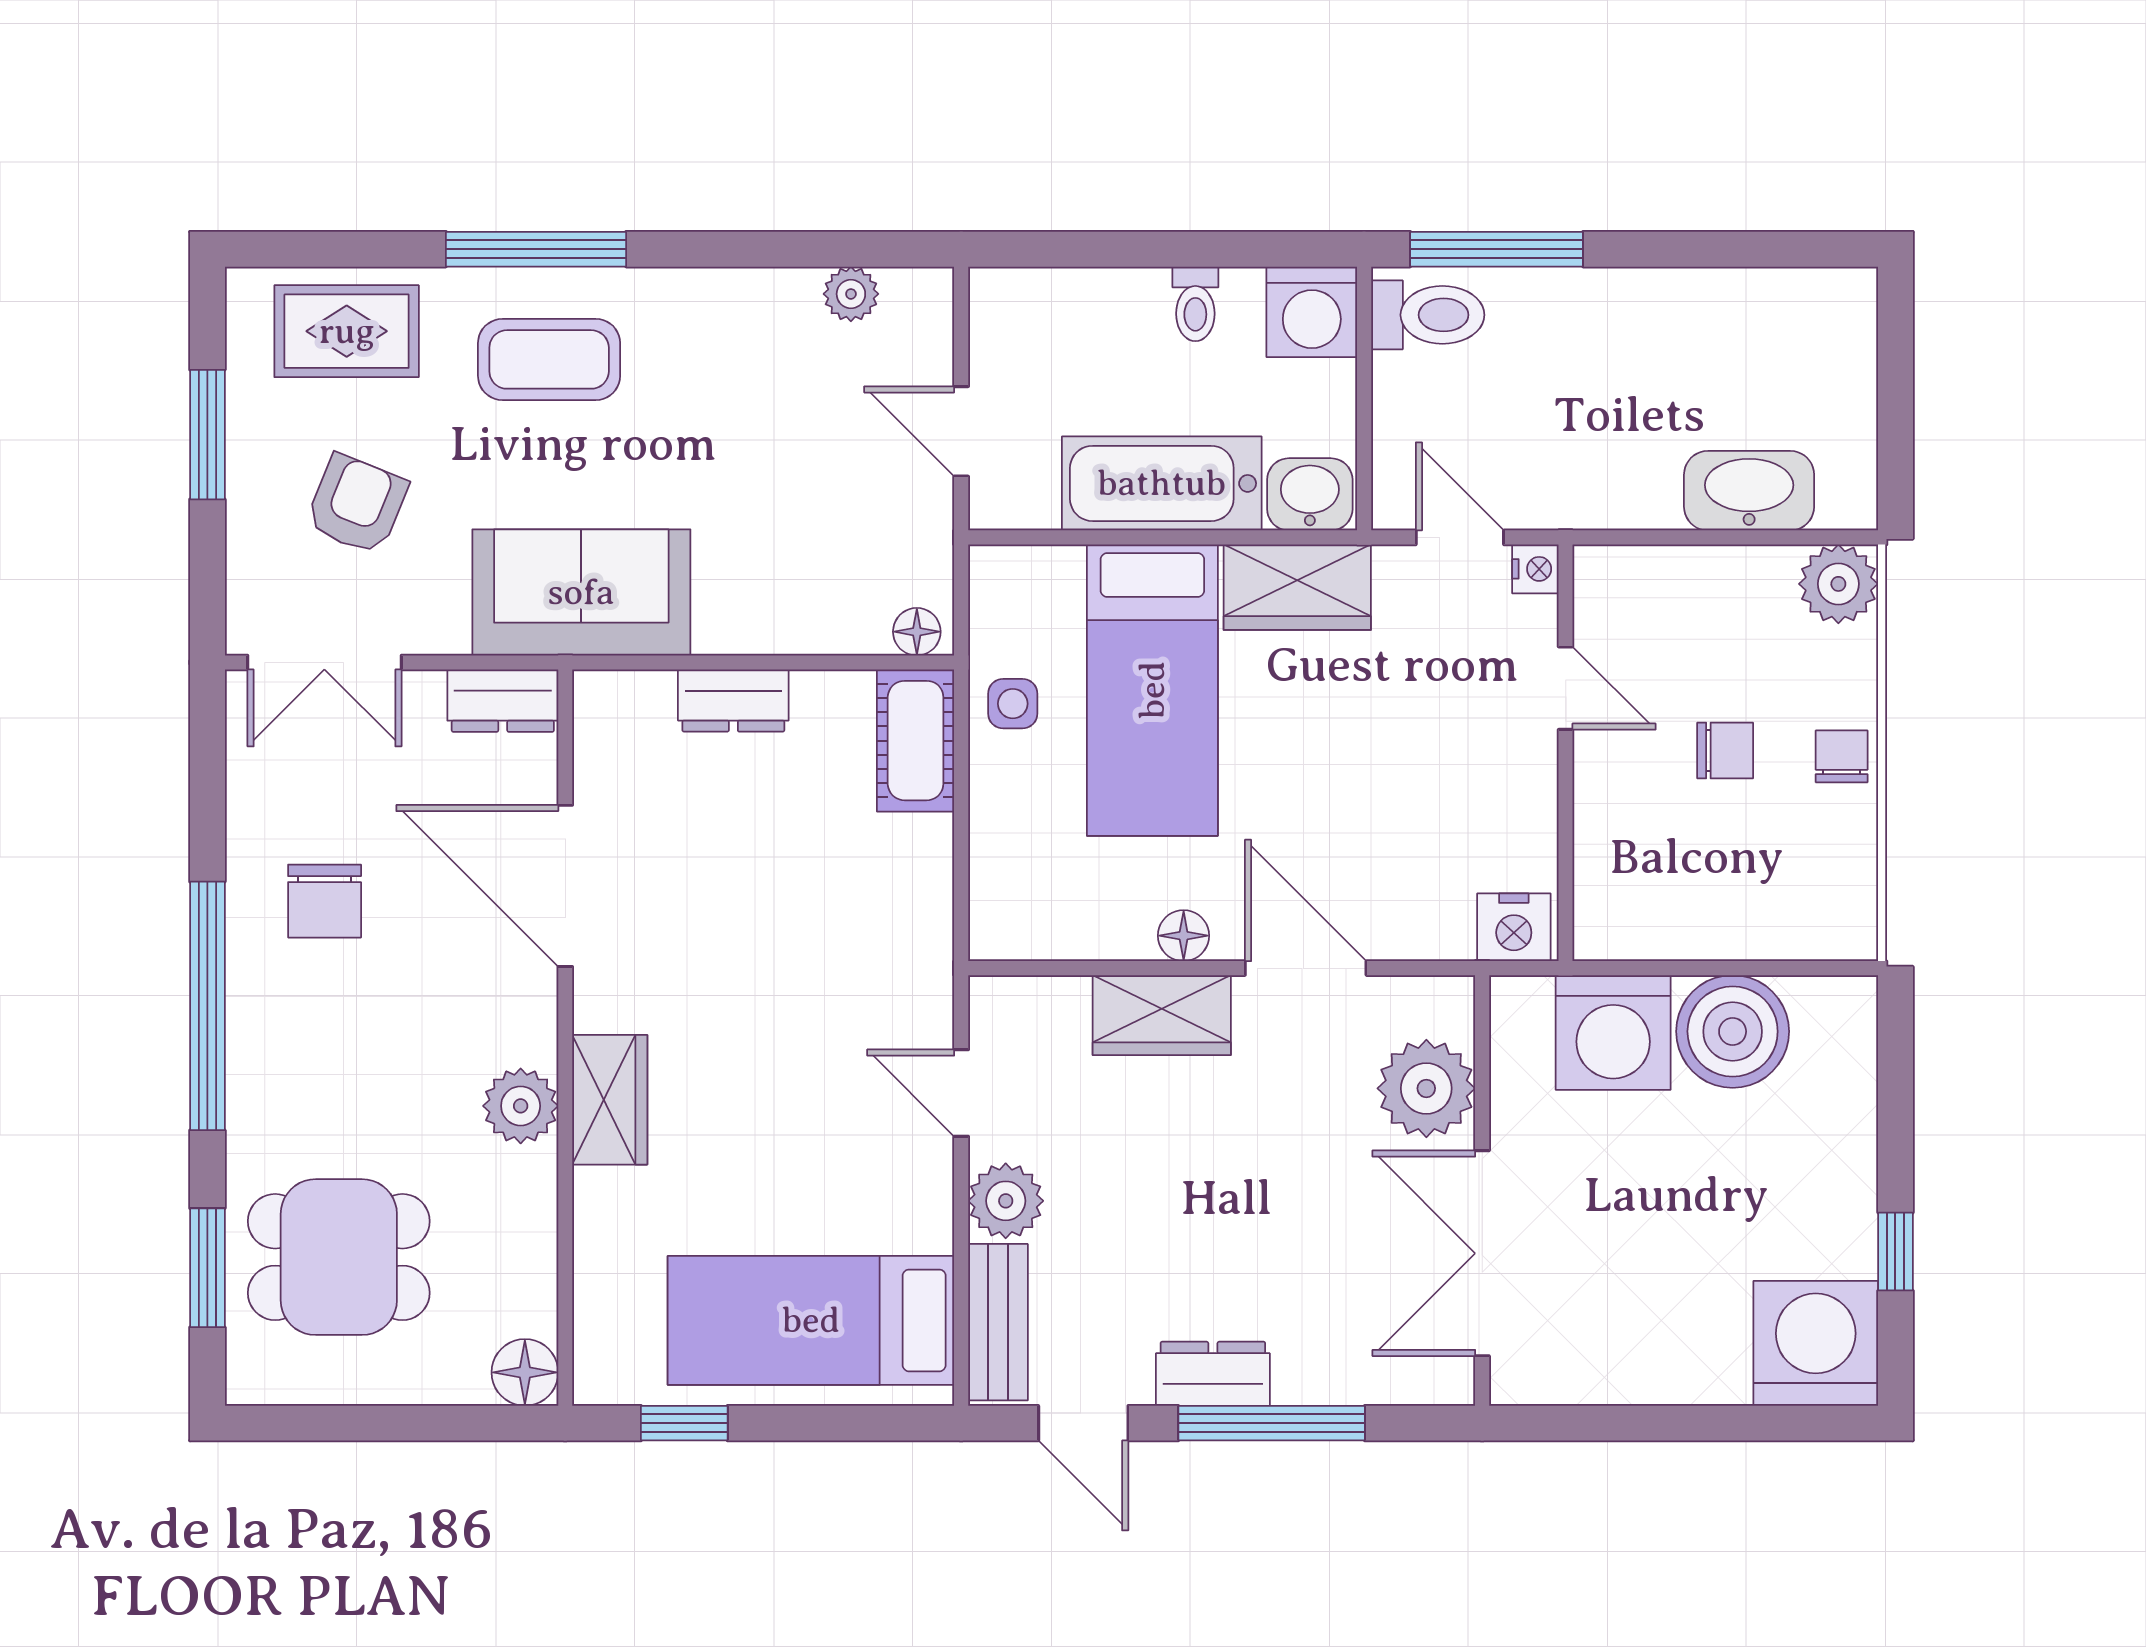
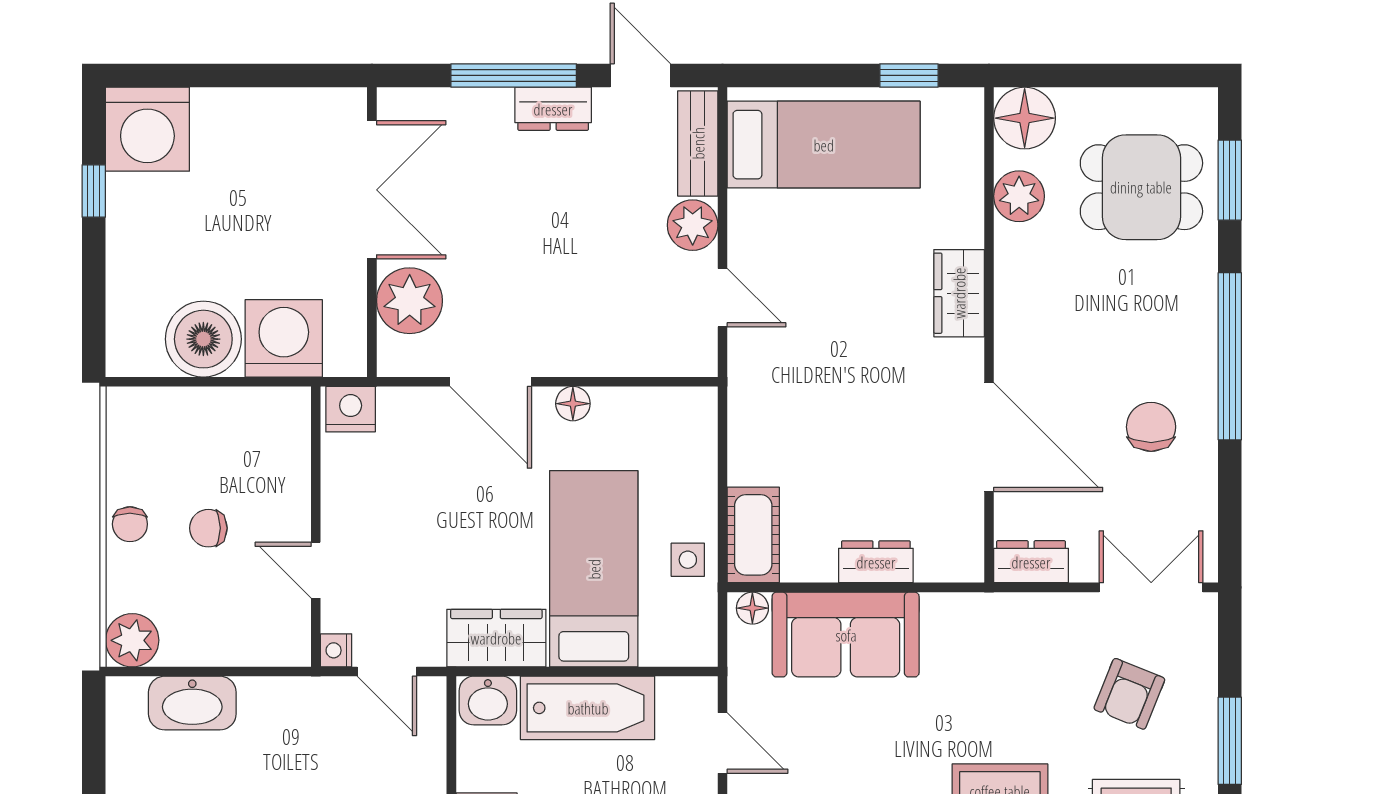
sofa: (581, 592) -> (846, 635), moved
wardrobe: (1162, 1015) -> (588, 350), removed
plant: (521, 1106) -> (1019, 196), moved
floor lamp: (525, 1372) -> (1025, 118), width x1.38, depth x1.38

